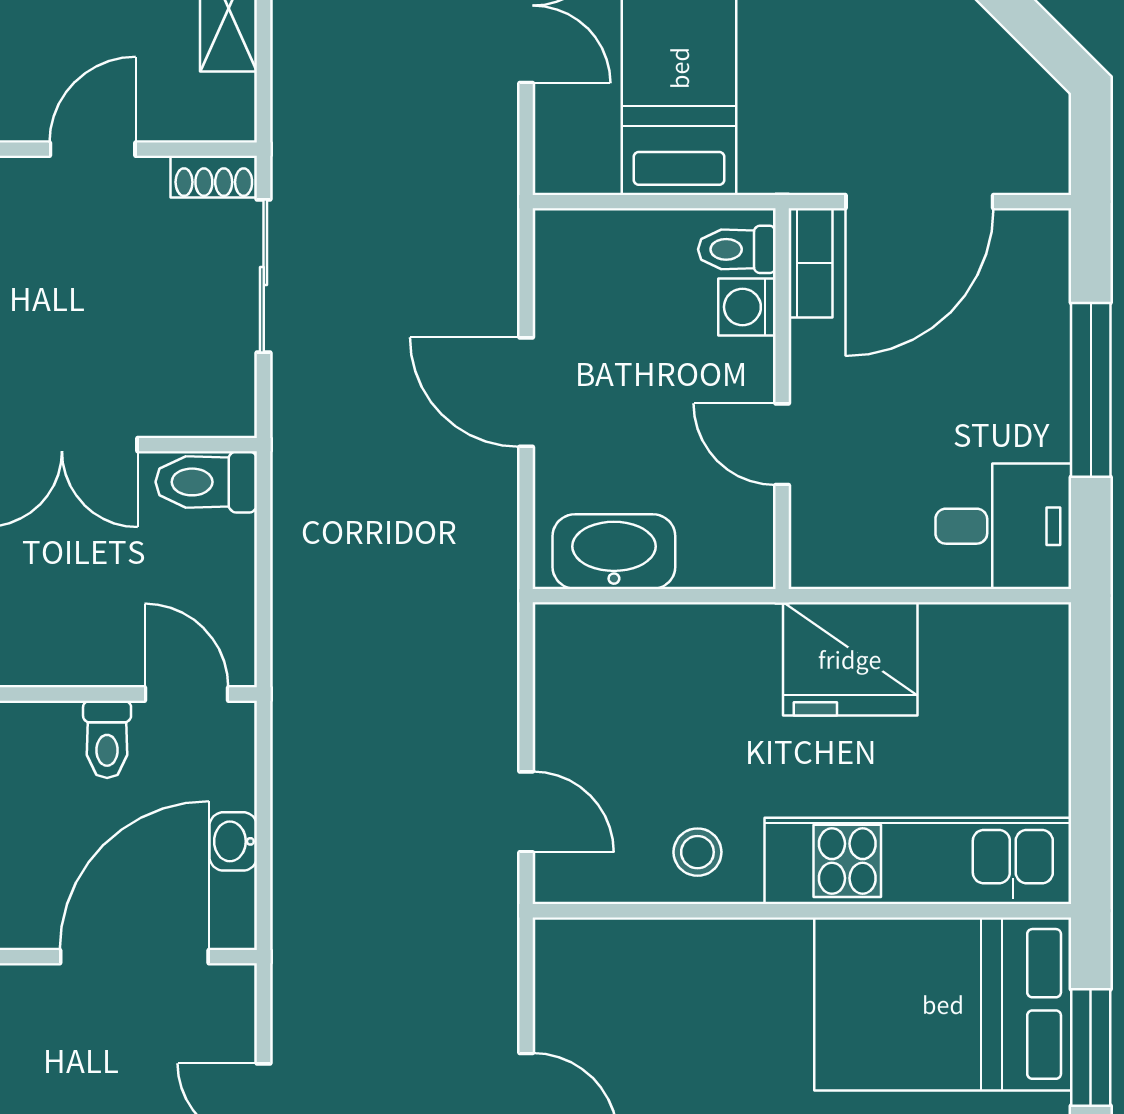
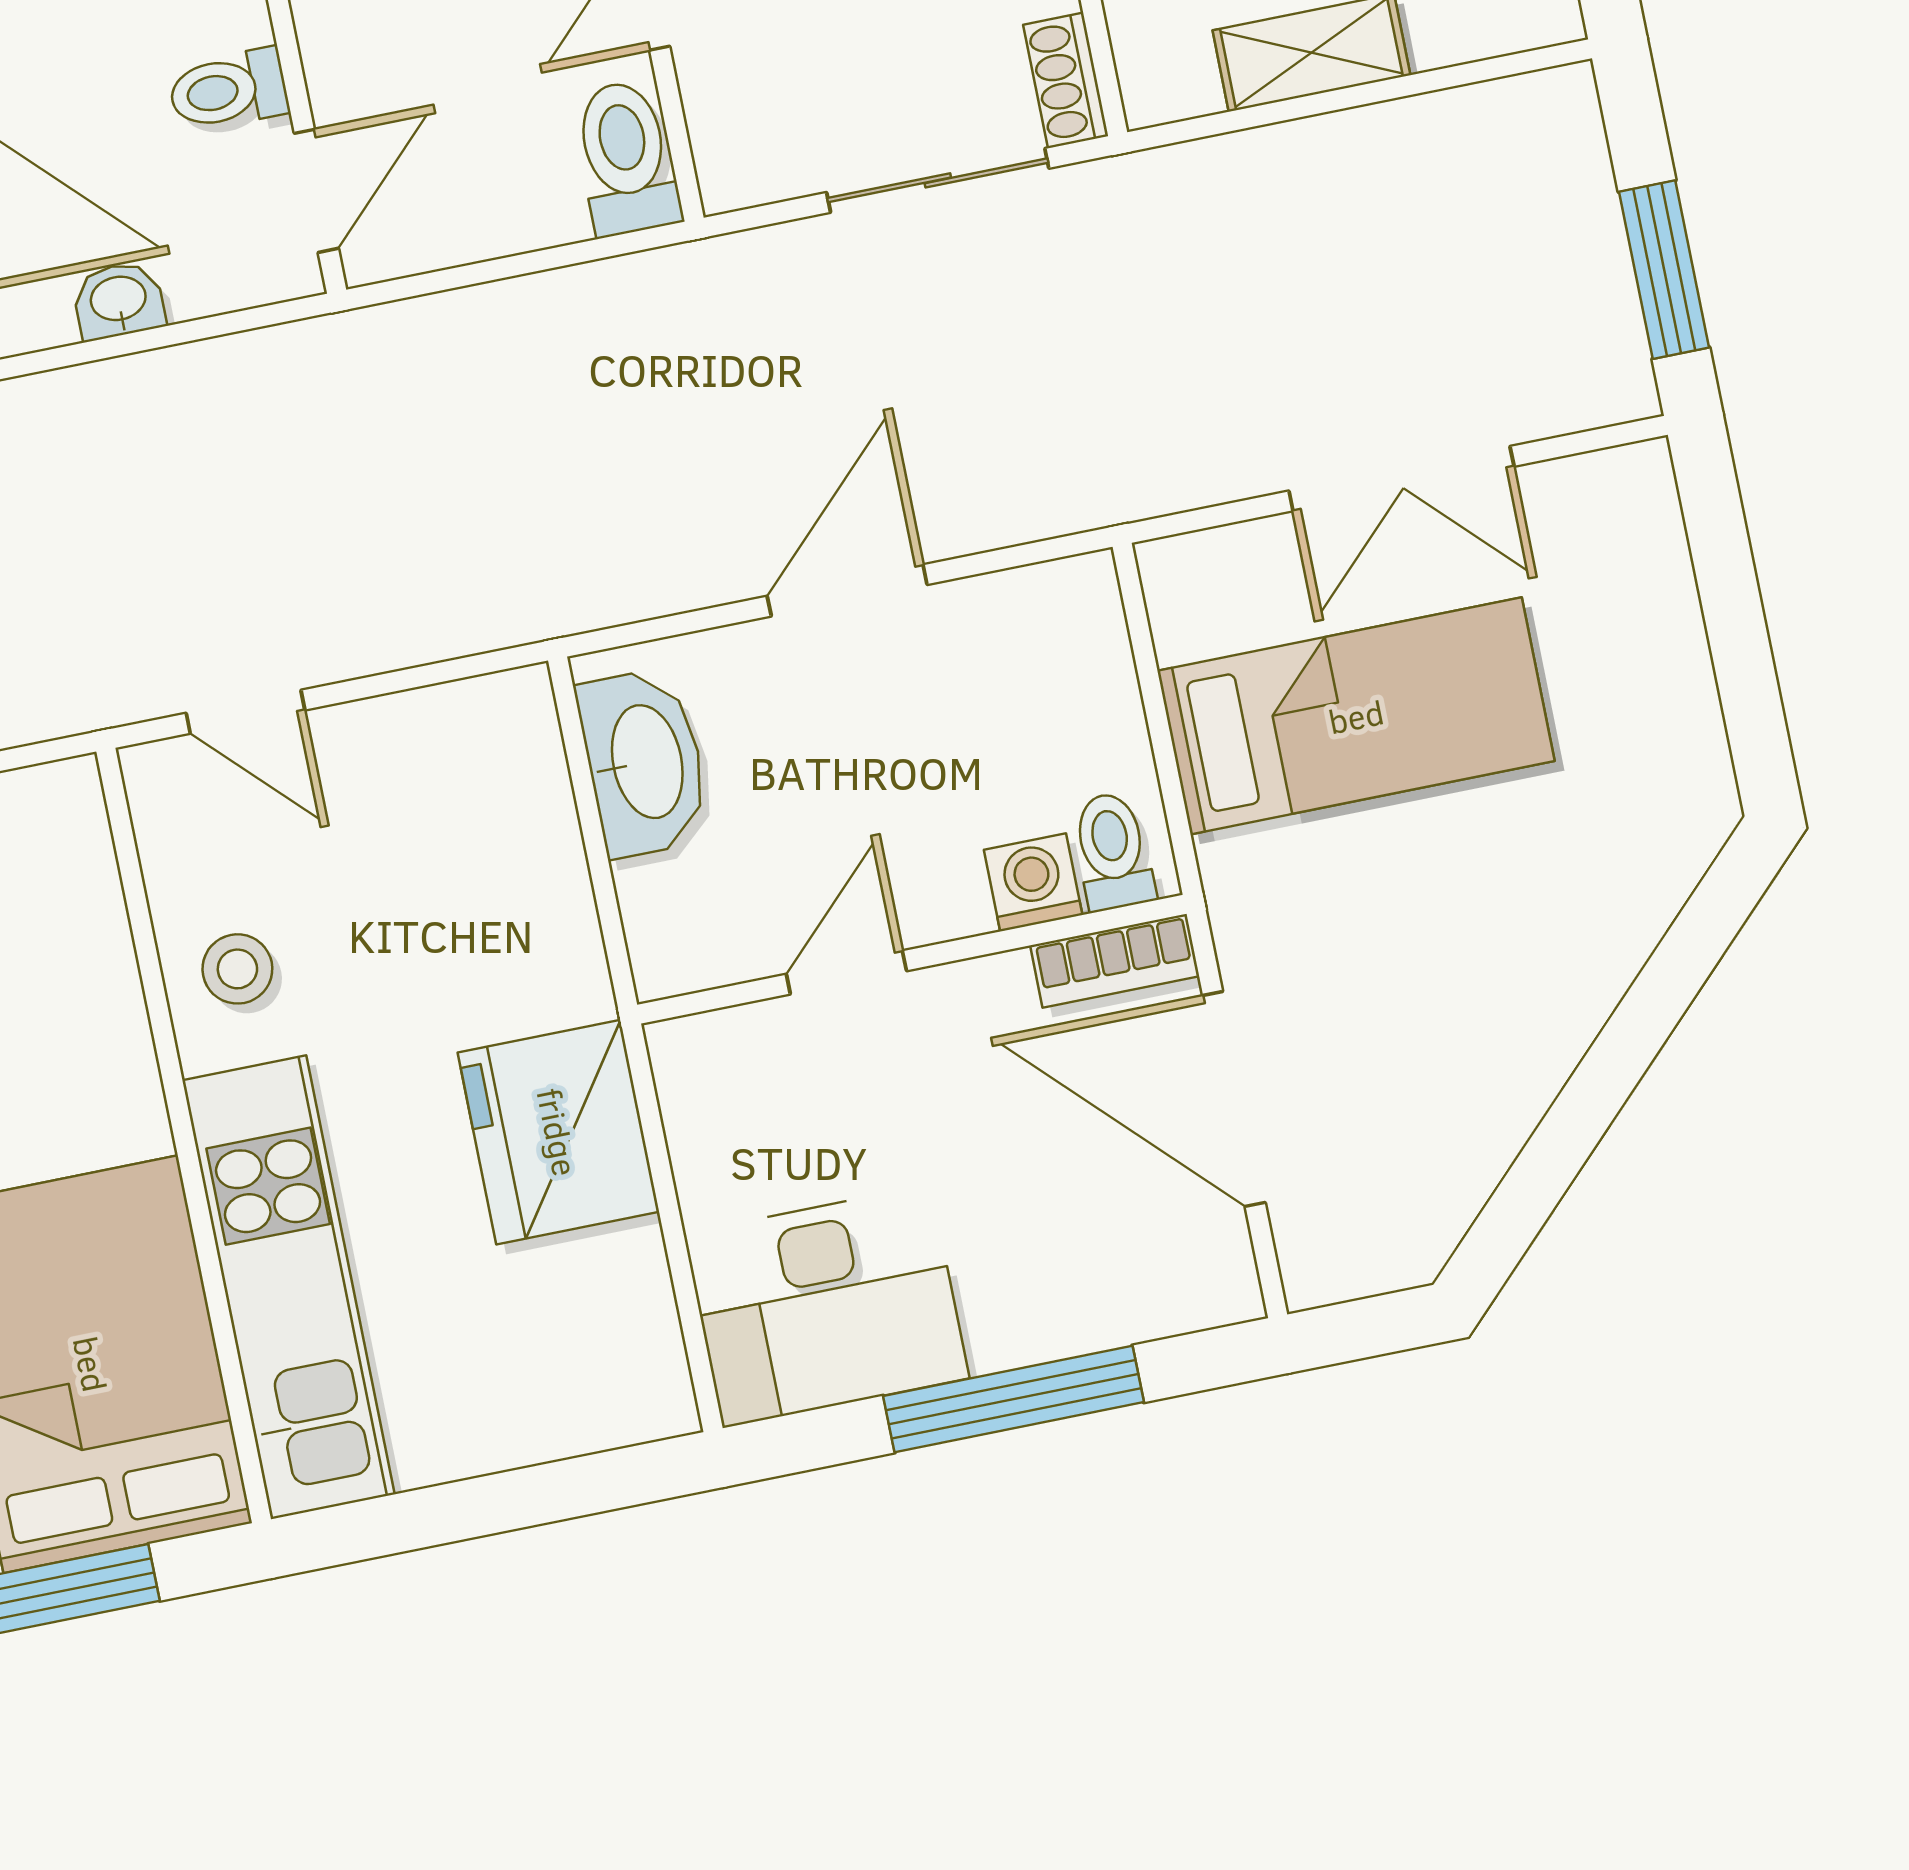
desk: (1003, 526) -> (827, 1306), width x1.37
door: (526, 812) -> (246, 712), hinge flipped

